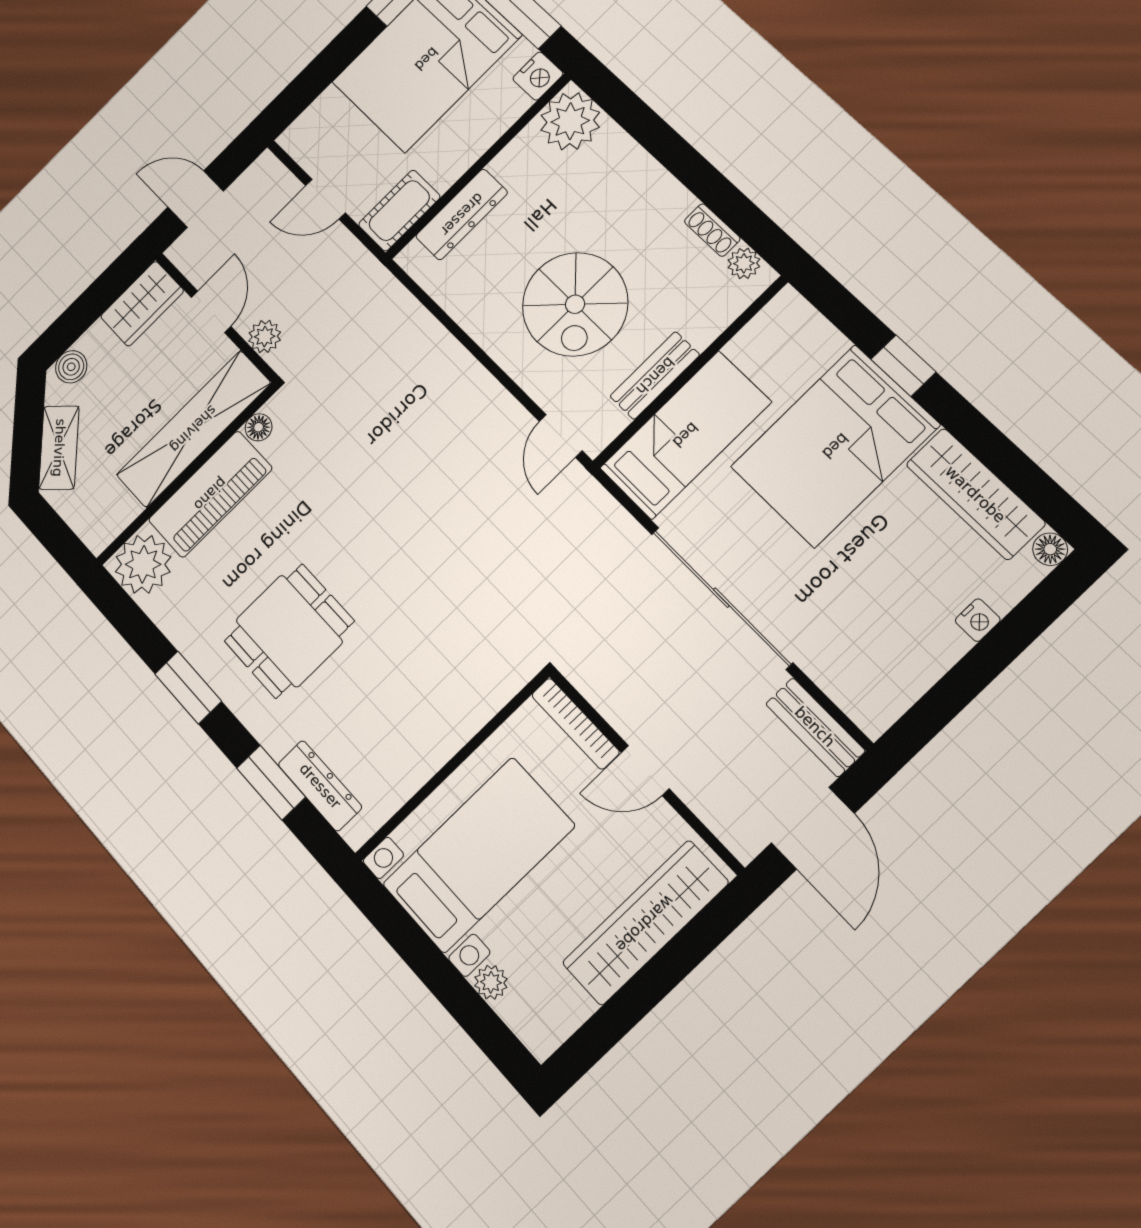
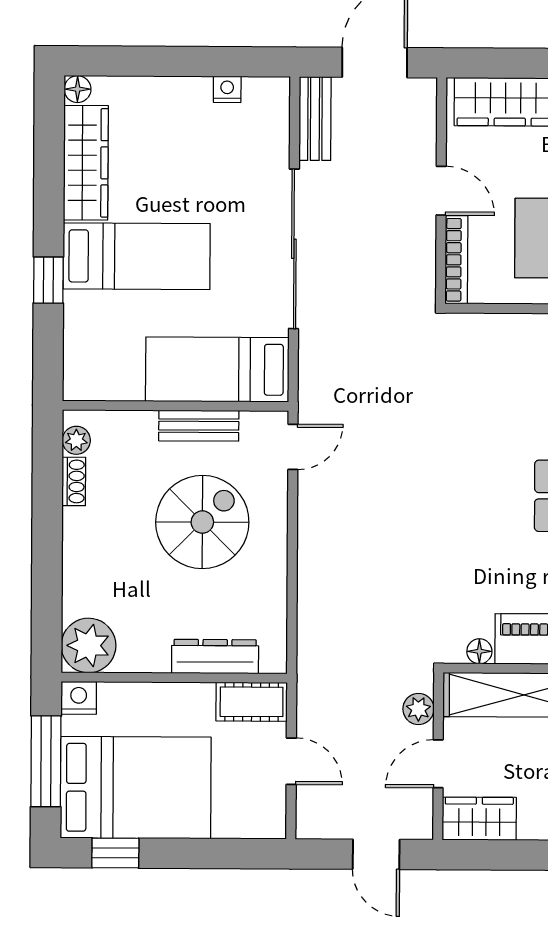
bed: (835, 446) -> (137, 256), width x0.67
nightstand: (978, 620) -> (227, 89), moved

